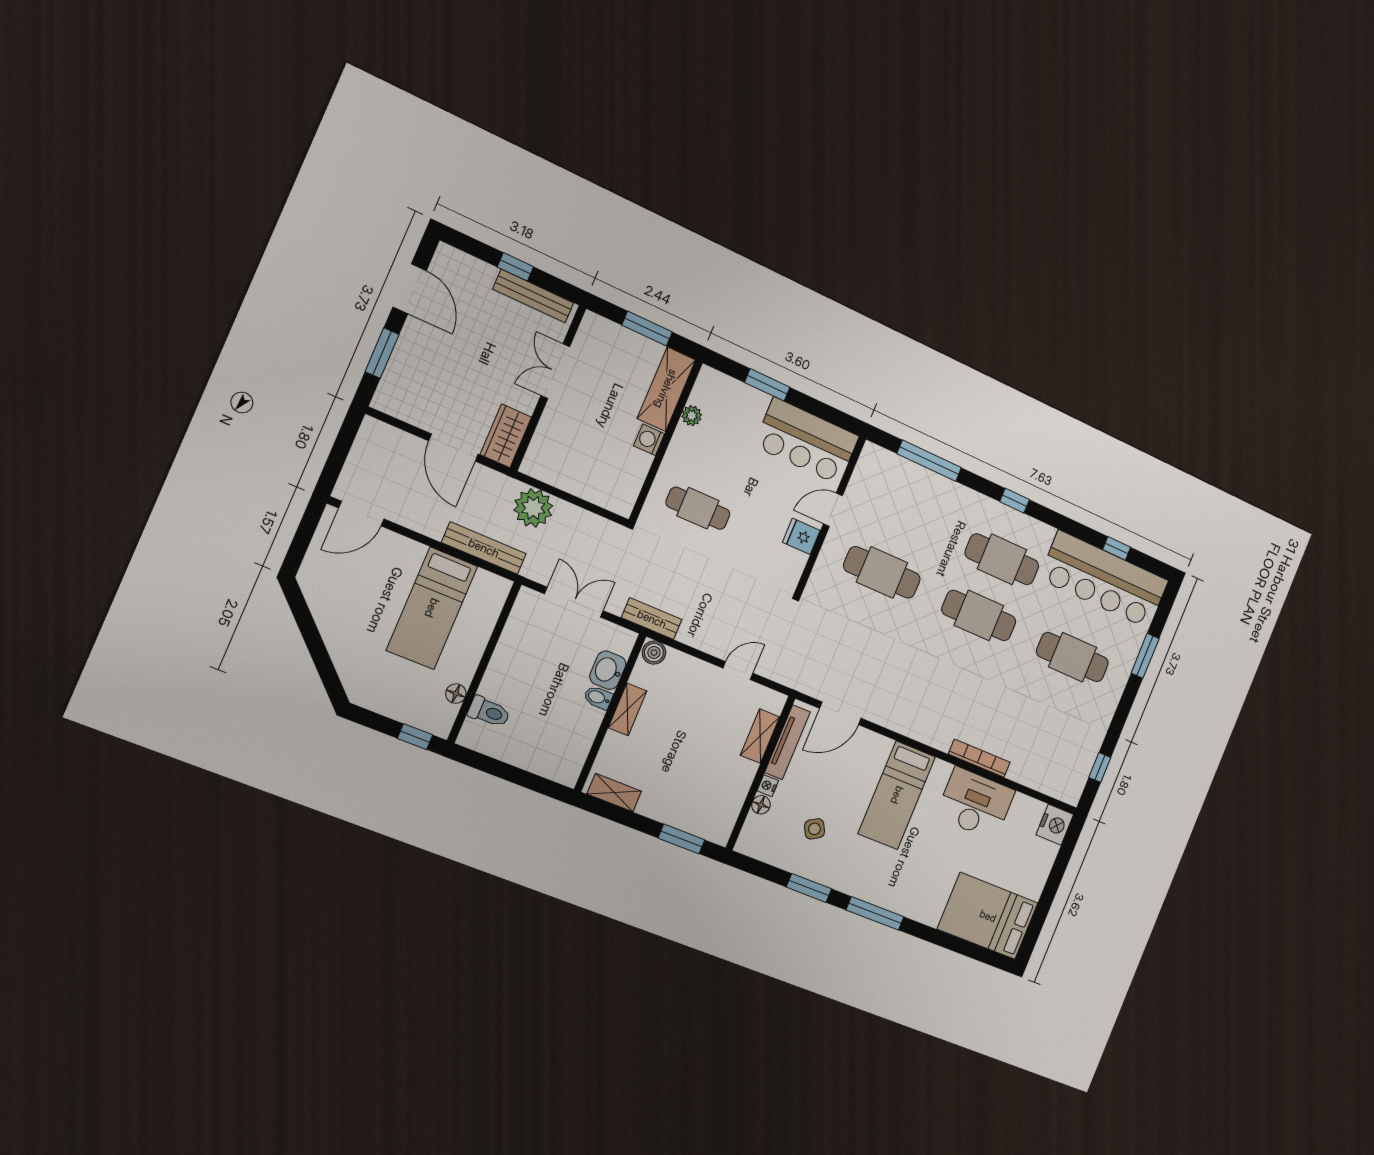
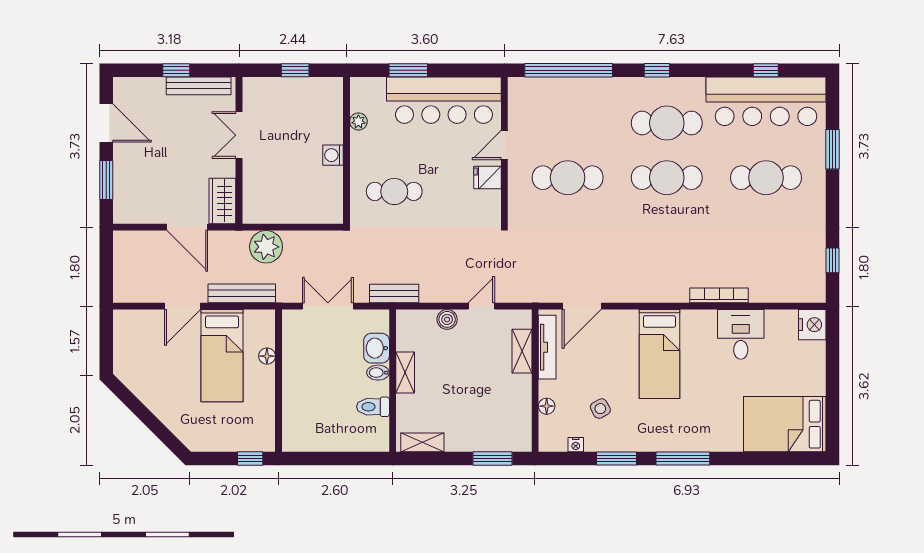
window: (647, 329) -> (295, 70), width x0.67
shelving: (666, 389) -> (330, 110), removed
bar counter: (806, 441) -> (444, 100), width x1.36
window: (929, 461) -> (569, 70), width x1.46
door: (361, 514) -> (183, 306), moved
boiler: (654, 653) -> (447, 319), moved
floor lamp: (456, 694) -> (267, 356), moved
toilet: (489, 712) -> (373, 407), moved, turned 180
nightstand: (768, 786) -> (576, 445), moved, turned -90
desk: (975, 804) -> (741, 334), width x0.73

